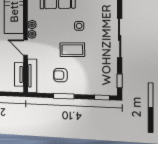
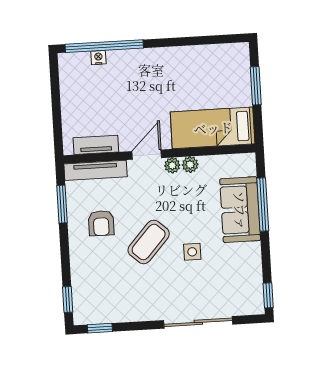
sliding door: (120, 38) -> (198, 322), moved
coffee table: (72, 50) -> (149, 242), turned 43
armchair: (60, 75) -> (101, 223), turned 180
window: (64, 96) -> (62, 204), moved

